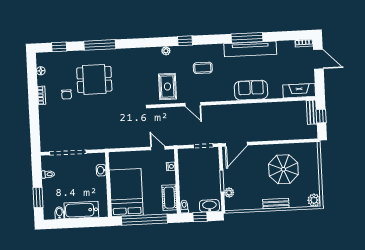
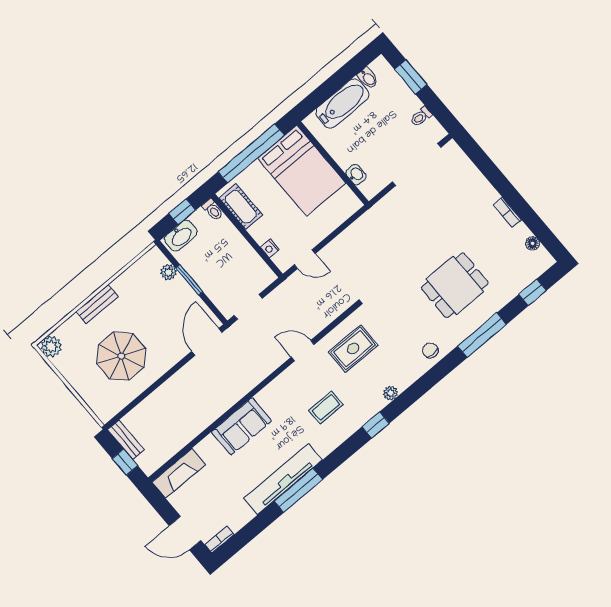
rug: (167, 87) -> (353, 348), turned 90
chair: (67, 94) -> (430, 350), moved
bench: (312, 112) -> (126, 440), moved

